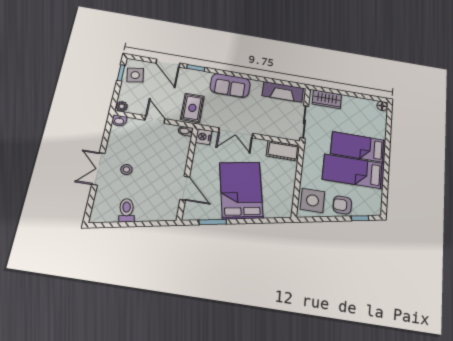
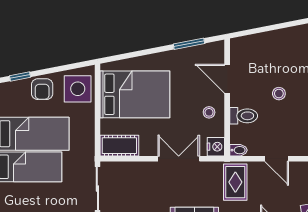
stool: (205, 164) -> (209, 112), added
stool: (126, 169) -> (279, 94), moved
bed: (241, 190) -> (135, 94), moved, turned -79
armchair: (342, 205) -> (42, 89), turned 90
toilet: (127, 210) -> (244, 116), moved, turned -79

